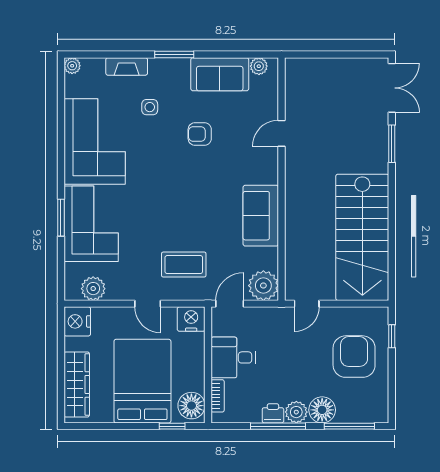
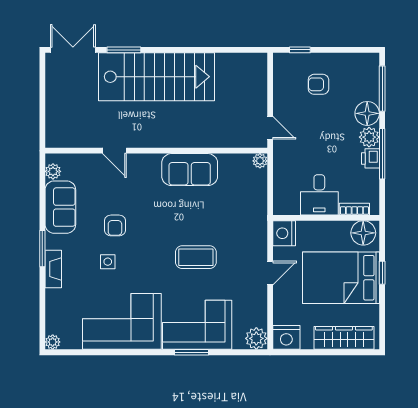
fireplace: (127, 66) -> (53, 269), moved
side table: (150, 107) -> (108, 262), moved
stairs: (362, 237) -> (157, 77), moved
coffee table: (184, 265) -> (196, 257), moved, turned 90
plant: (263, 286) -> (260, 161), width x0.53, depth x0.53
plant: (93, 289) -> (256, 338), moved
door: (230, 304) -> (270, 198), removed
armchair: (354, 357) -> (318, 84), width x0.53, depth x0.53
window: (172, 426) -> (382, 273), moved

